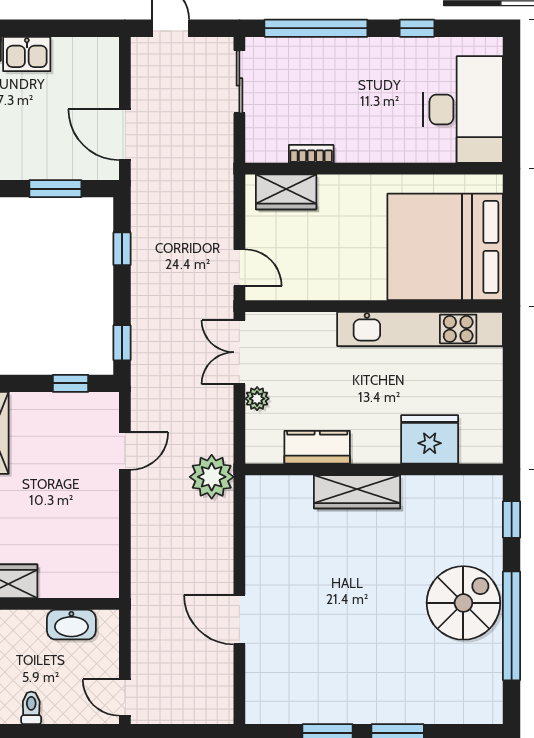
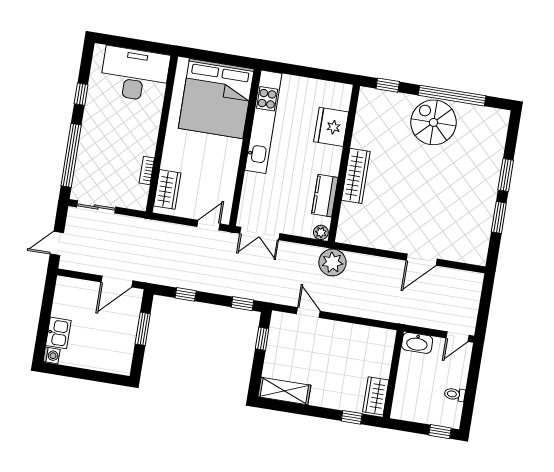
plant: (257, 399) -> (321, 232), moved
washbasin: (71, 625) -> (417, 343), moved, turned 90

